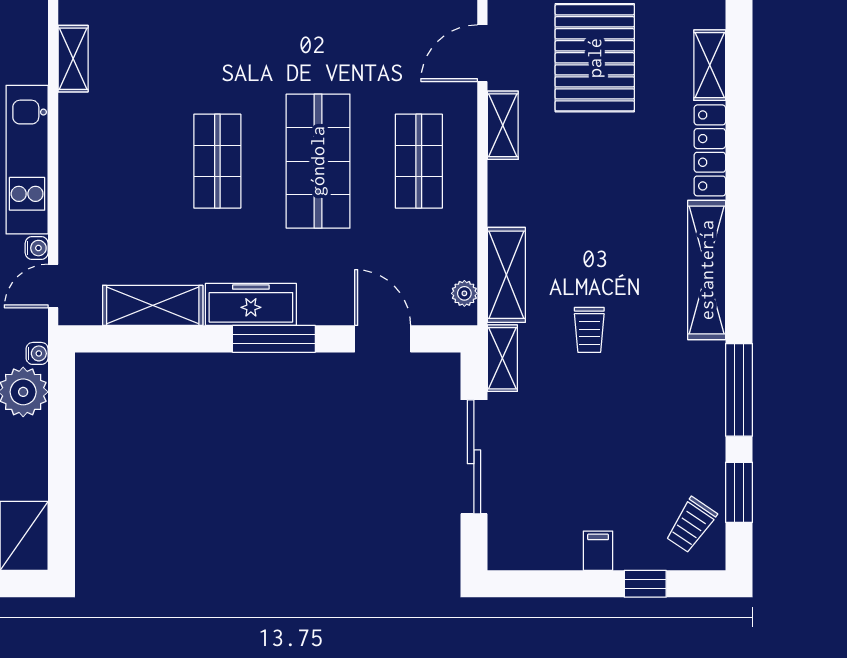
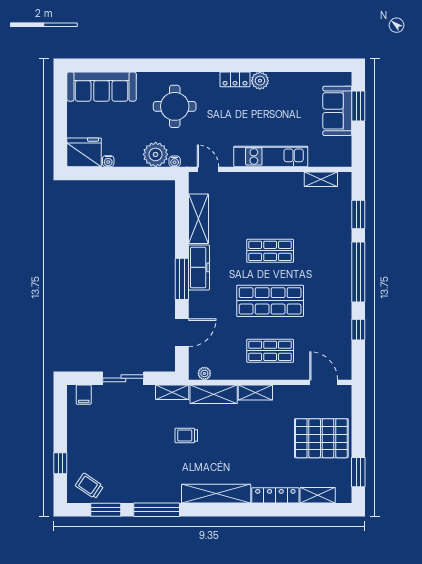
shelving: (503, 125) -> (255, 393), moved
water cooler: (37, 248) -> (108, 161), moved
sliding door: (474, 457) -> (123, 378), width x0.73
filing cabinet: (598, 551) -> (84, 395), moved, turned 90

